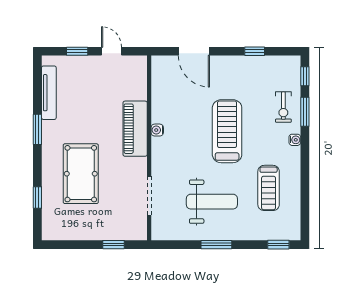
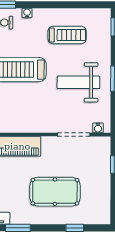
water cooler: (157, 130) -> (98, 128), moved
weight bench: (212, 202) -> (78, 82), turned -90

